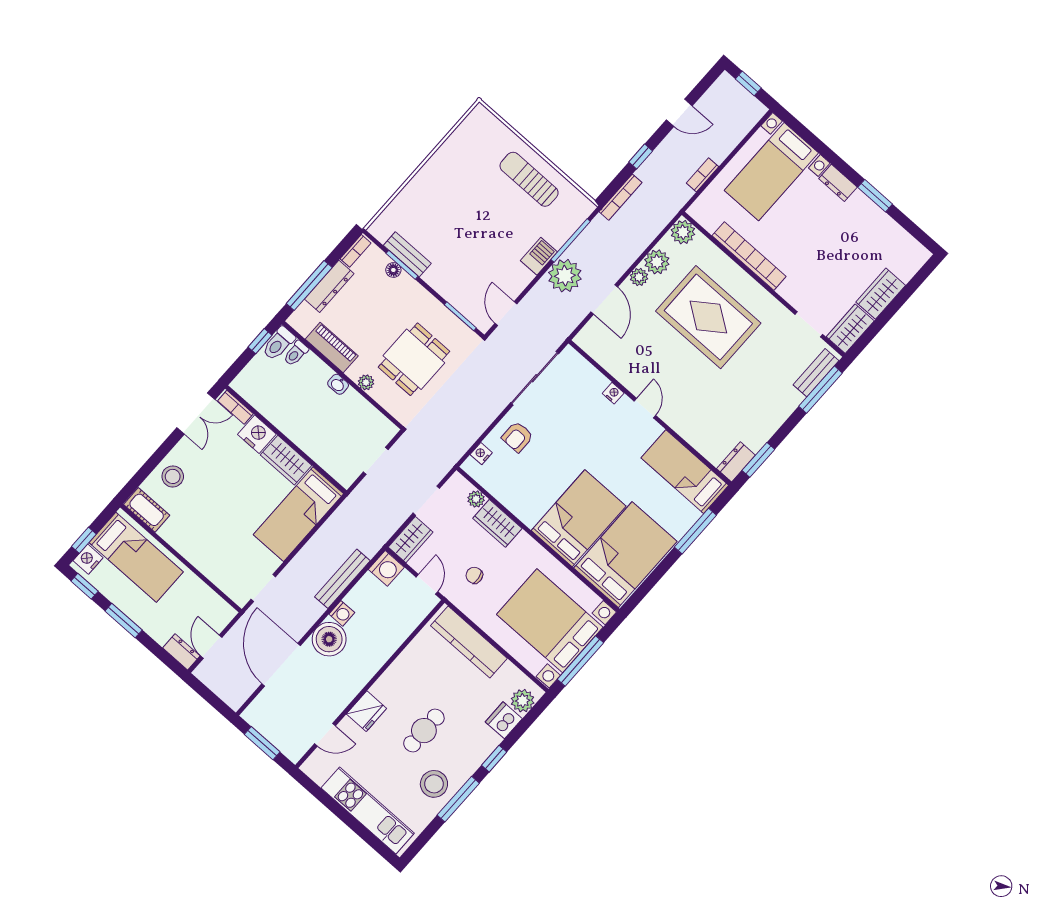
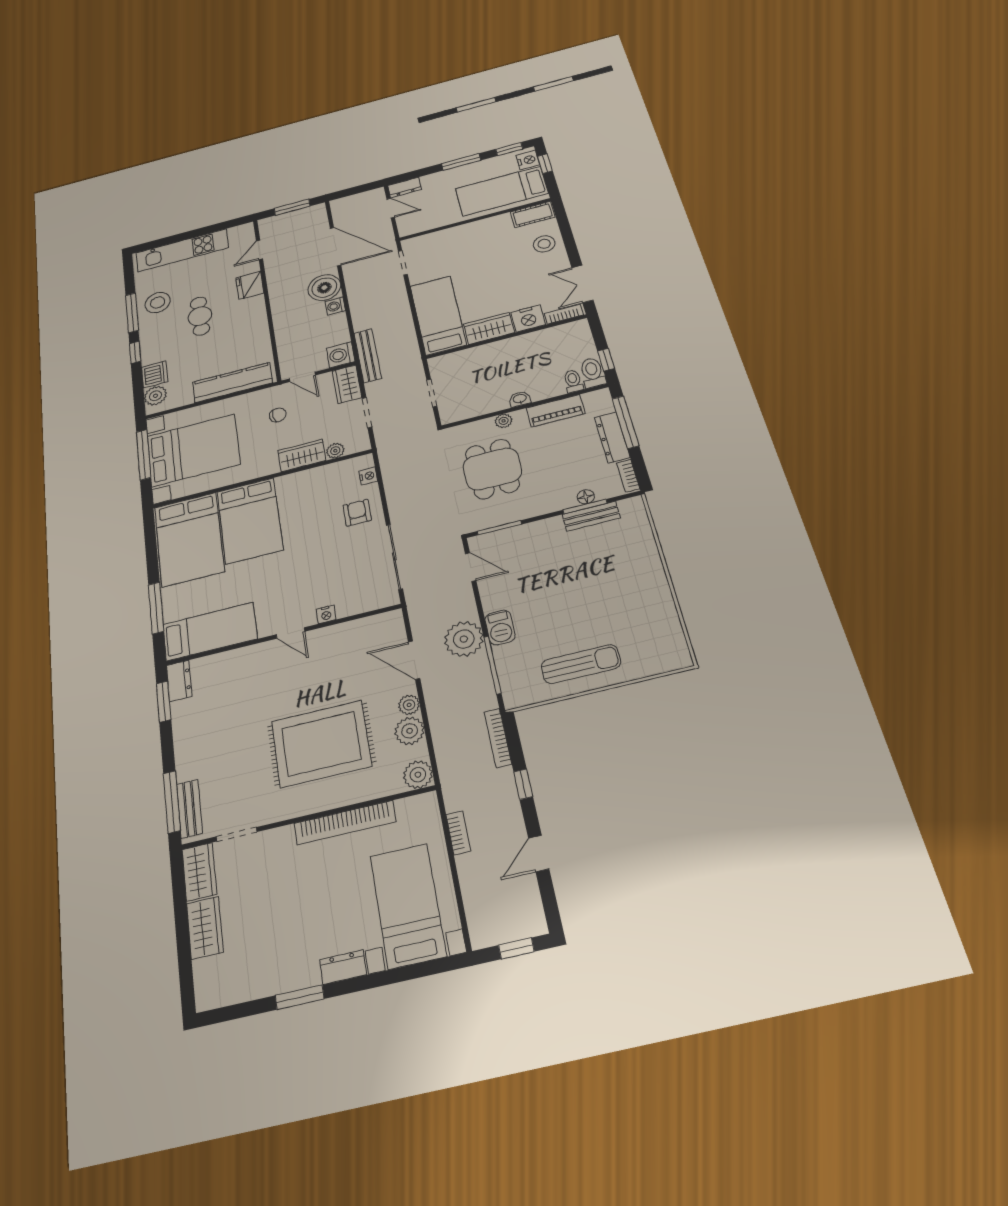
bench: (342, 579) -> (368, 356), moved

